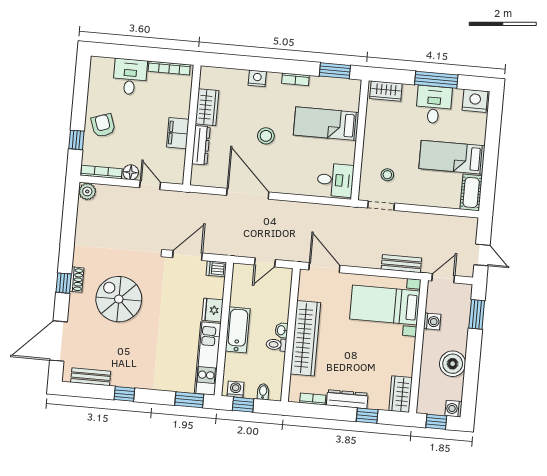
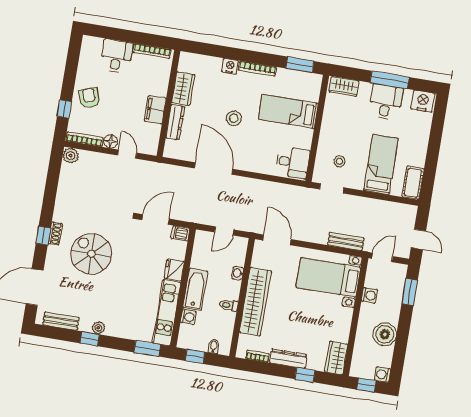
bookcase: (295, 79) -> (257, 69), width x1.56
bed: (452, 157) -> (381, 165), moved, turned 90
washbasin: (282, 330) -> (238, 273), moved
plant: (133, 381) -> (98, 328), added
washing machine: (235, 389) -> (188, 317), moved, turned 90

